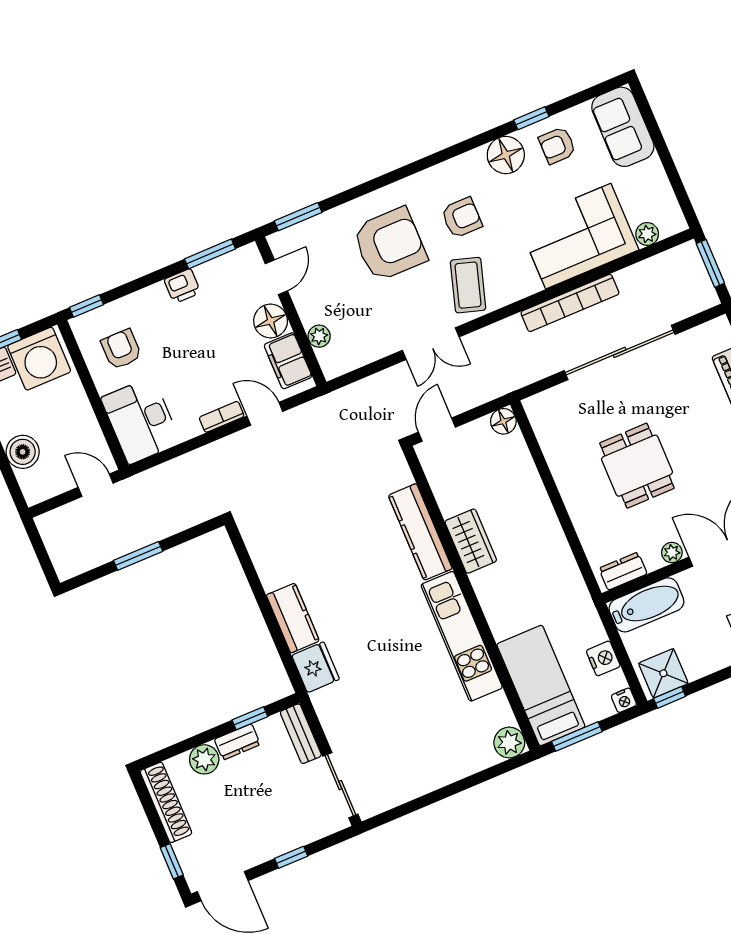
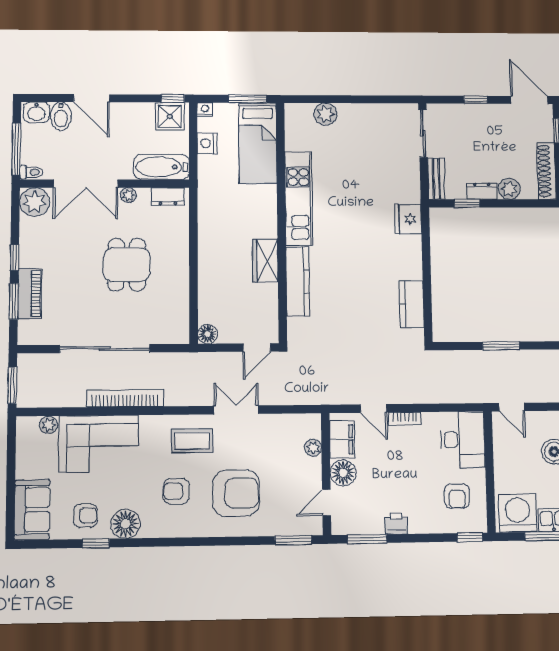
armchair: (390, 244) -> (236, 493), turned 180
coffee table: (468, 285) -> (192, 441), turned 73
kitchen counter: (293, 618) -> (412, 304), moved
plant: (509, 743) -> (325, 114), moved

